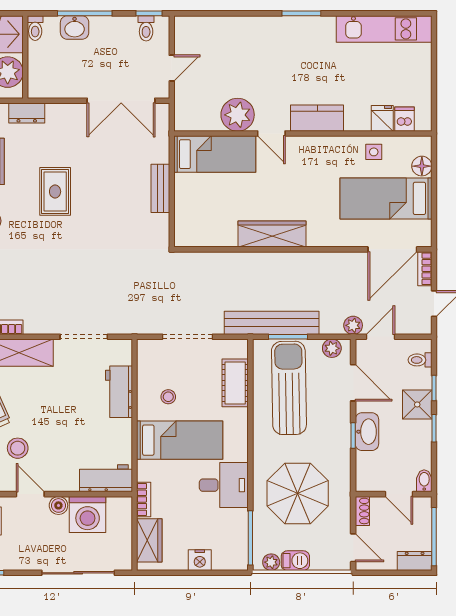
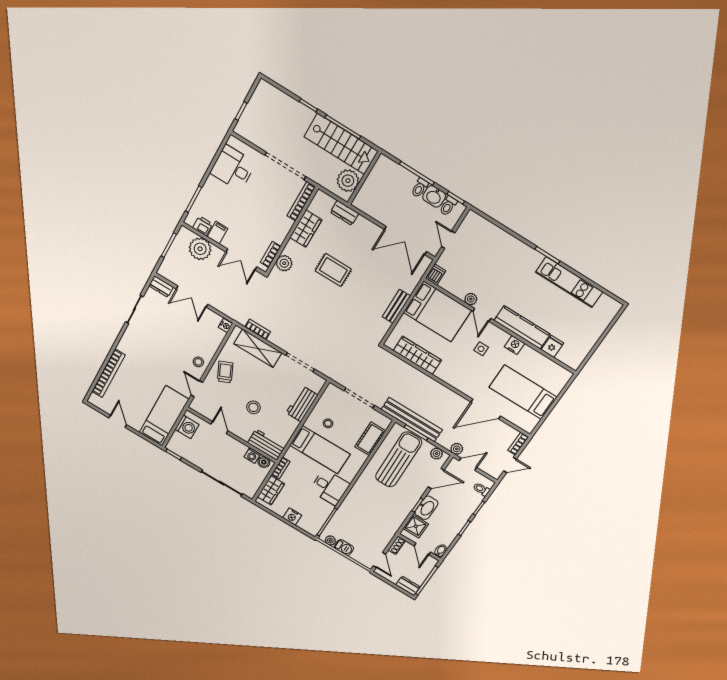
washbasin: (75, 27) -> (434, 196), moved
toilet: (35, 28) -> (420, 188), moved
kitchen unit: (384, 29) -> (569, 282), moved
door: (172, 68) -> (448, 240), swing flipped
plant: (238, 115) -> (471, 299), width x0.53, depth x0.53
kitchen counter: (317, 118) -> (522, 327), width x1.50
dishwasher: (404, 119) -> (436, 274), moved
nightstand: (336, 146) -> (514, 345), added
side table: (374, 152) -> (481, 349), moved
bed: (215, 154) -> (437, 312), width x1.50
floor lamp: (422, 166) -> (556, 387), removed
rug: (55, 191) -> (333, 270), turned 90
wardrobe: (272, 234) -> (417, 355), moved
door: (392, 249) -> (486, 409), moved
door: (353, 383) -> (436, 478), hinge flipped
shower: (417, 404) -> (416, 526), moved
stool: (18, 448) -> (253, 407), moved
parasol: (298, 493) -> (367, 516), removed
boiler: (58, 505) -> (264, 462), moved
washing machine: (88, 515) -> (252, 455), width x0.53, depth x0.53

